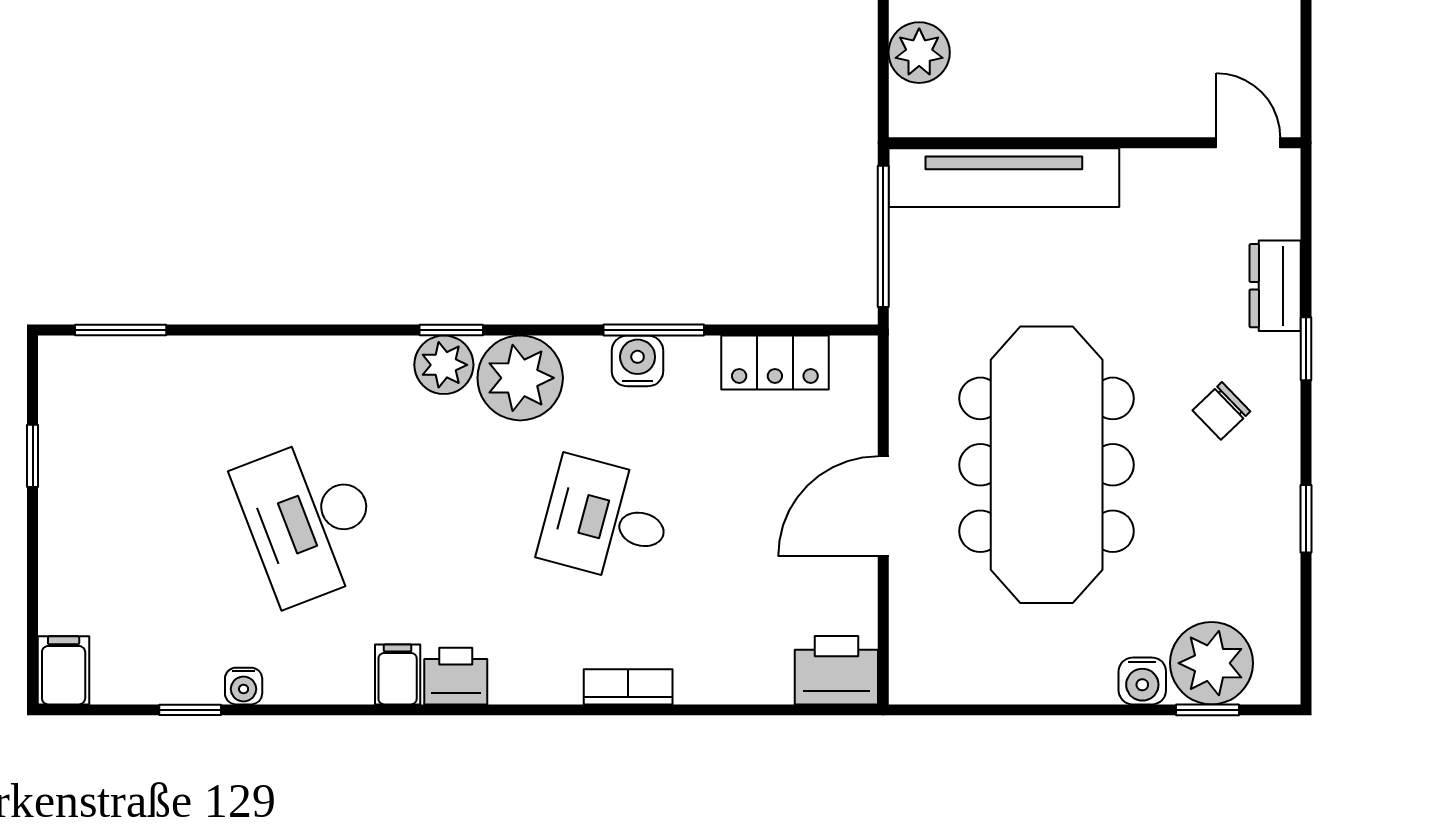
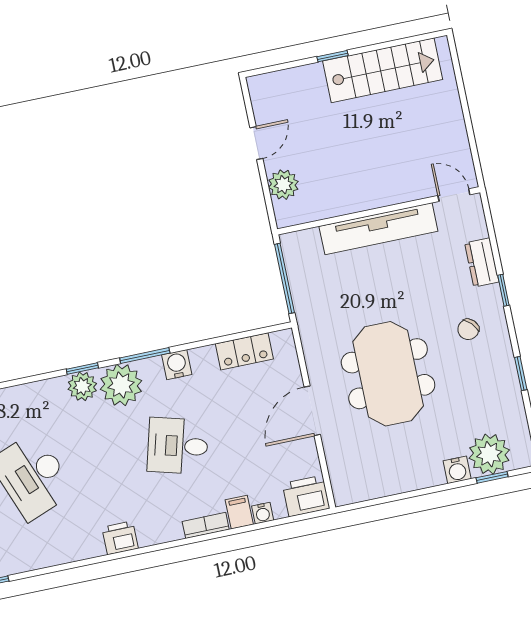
tv unit: (1004, 178) -> (378, 229), moved
window: (654, 330) -> (145, 356), moved
meeting table: (1047, 465) -> (388, 374), width x0.73
filing cabinet: (398, 674) -> (239, 512), moved
water cooler: (244, 686) -> (263, 513), moved

